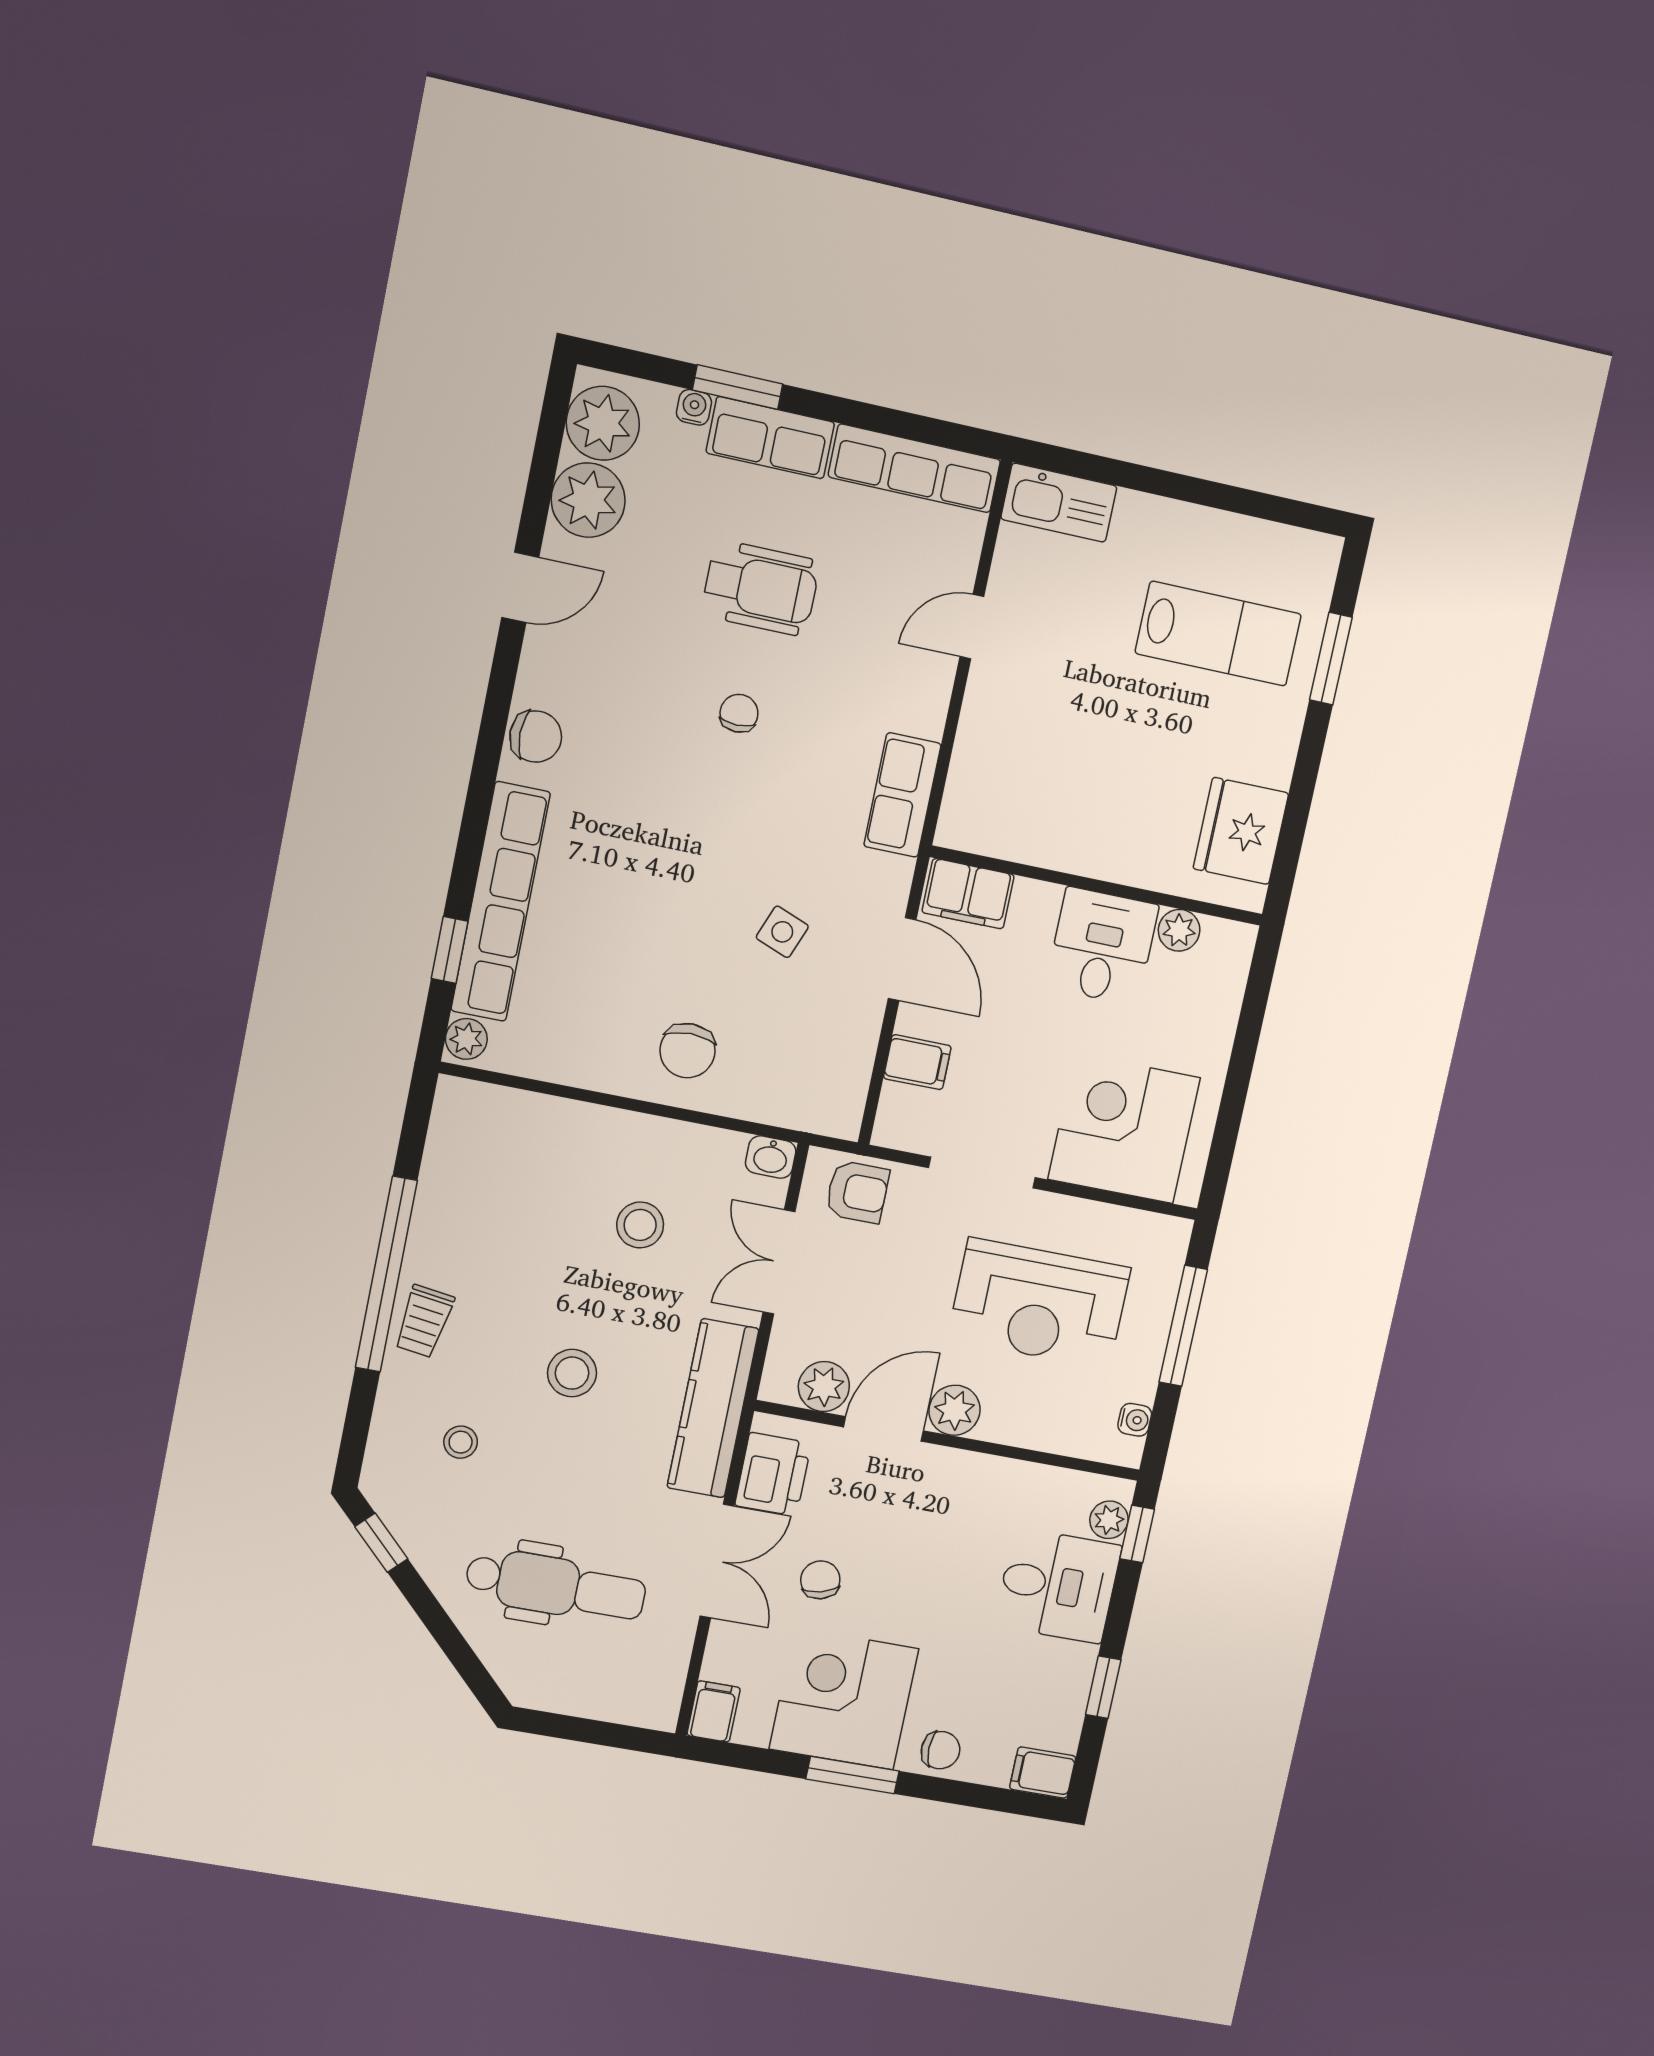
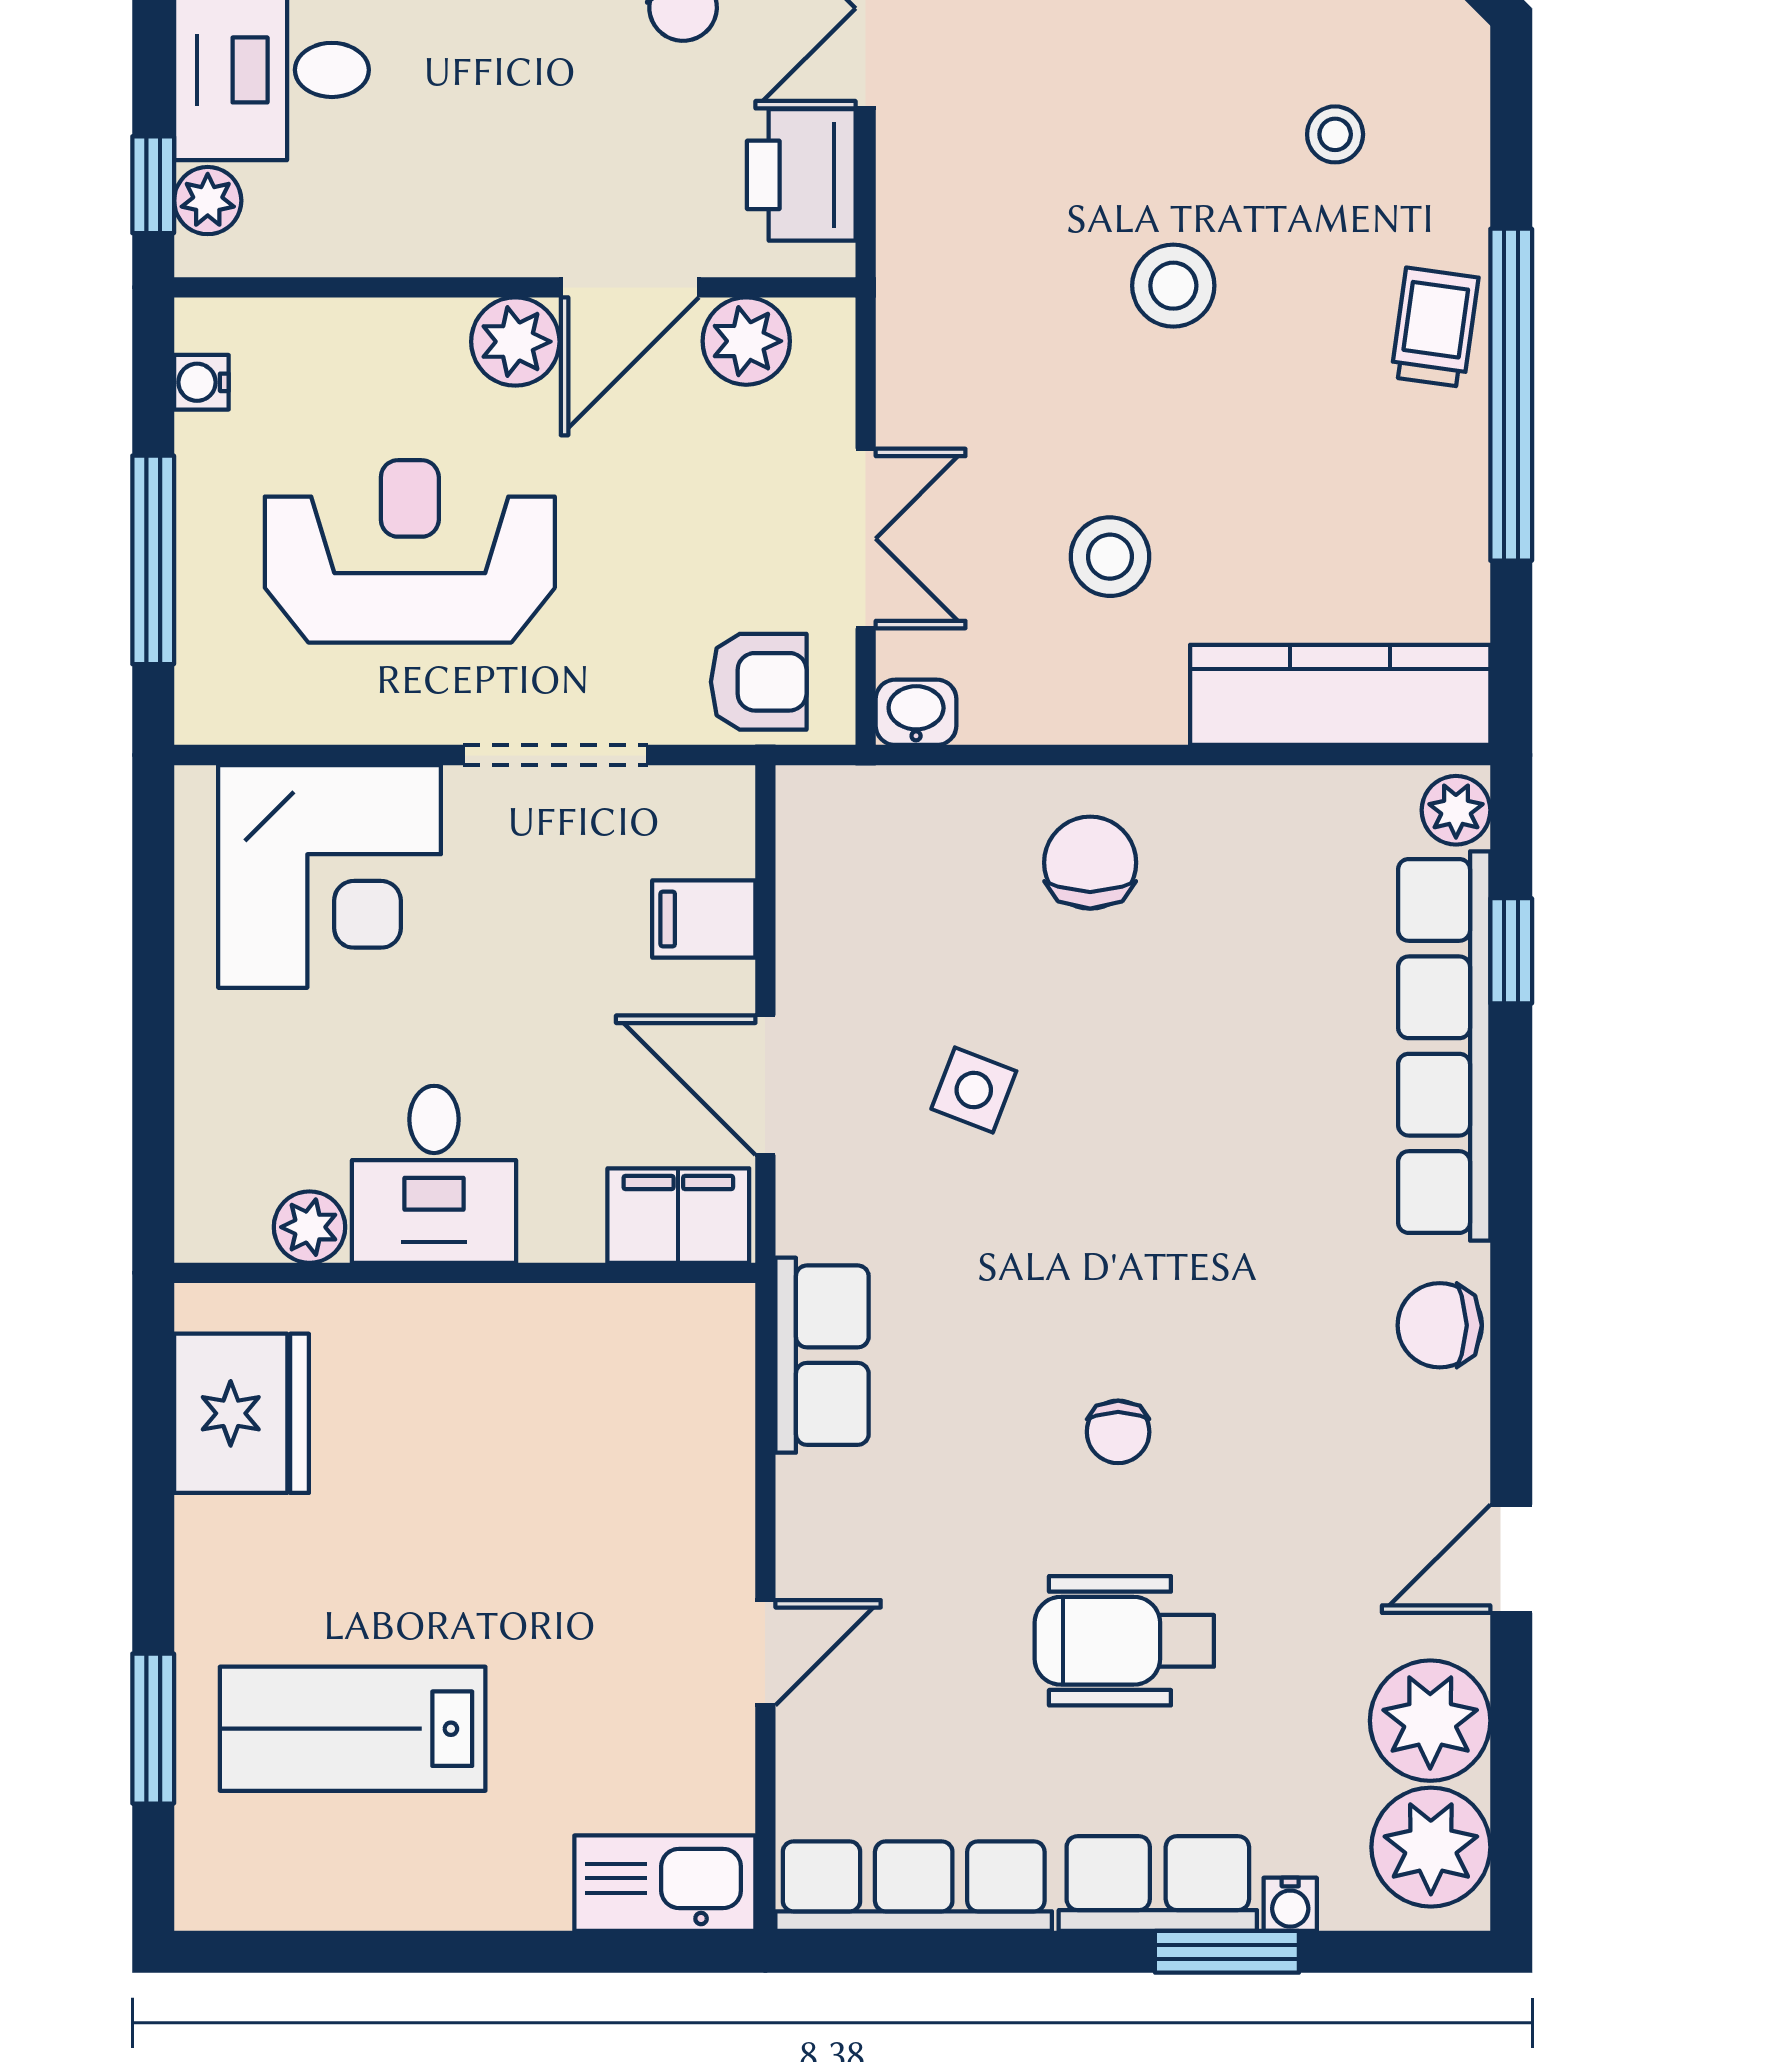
armchair: (857, 1192) -> (759, 682), turned 180
kitchen counter: (713, 1408) -> (1340, 695), moved, turned -90

